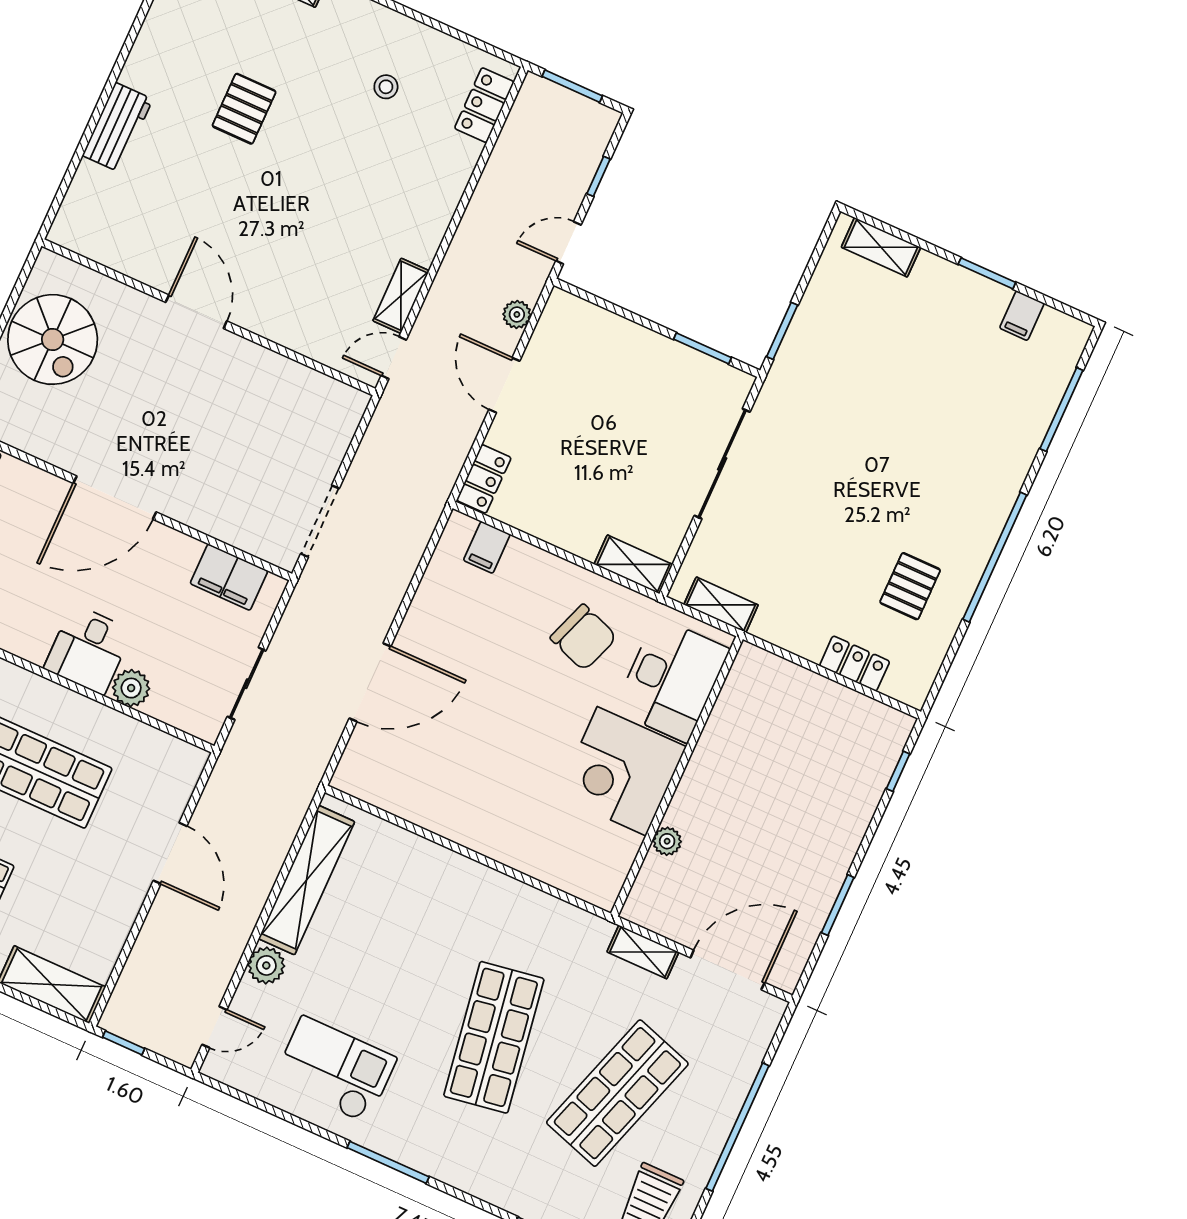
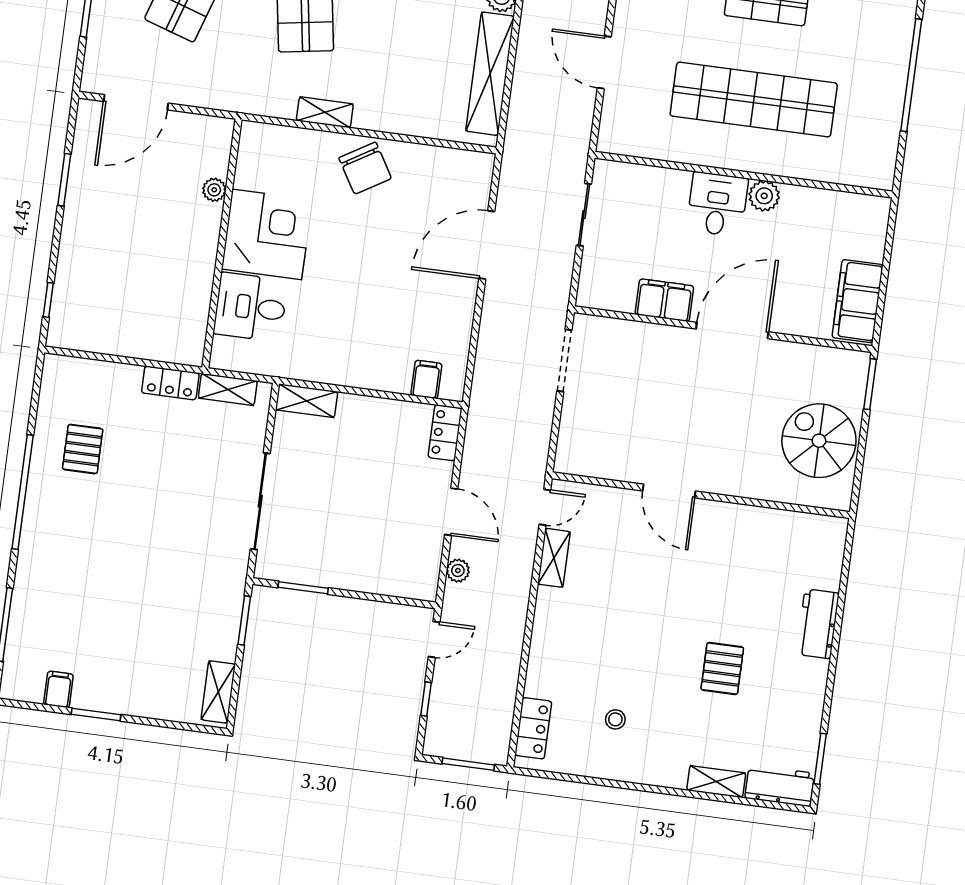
shelving: (881, 247) -> (218, 692), moved, turned 90
door: (196, 312) -> (669, 491), moved
filing cabinet: (229, 577) -> (664, 300), moved
chair: (584, 637) -> (365, 168), moved, turned -141
locker: (855, 664) -> (170, 383), moved
desk: (672, 680) -> (250, 307), width x0.73
plant: (131, 688) -> (764, 196), moved
shelving: (643, 952) -> (325, 112), moved

